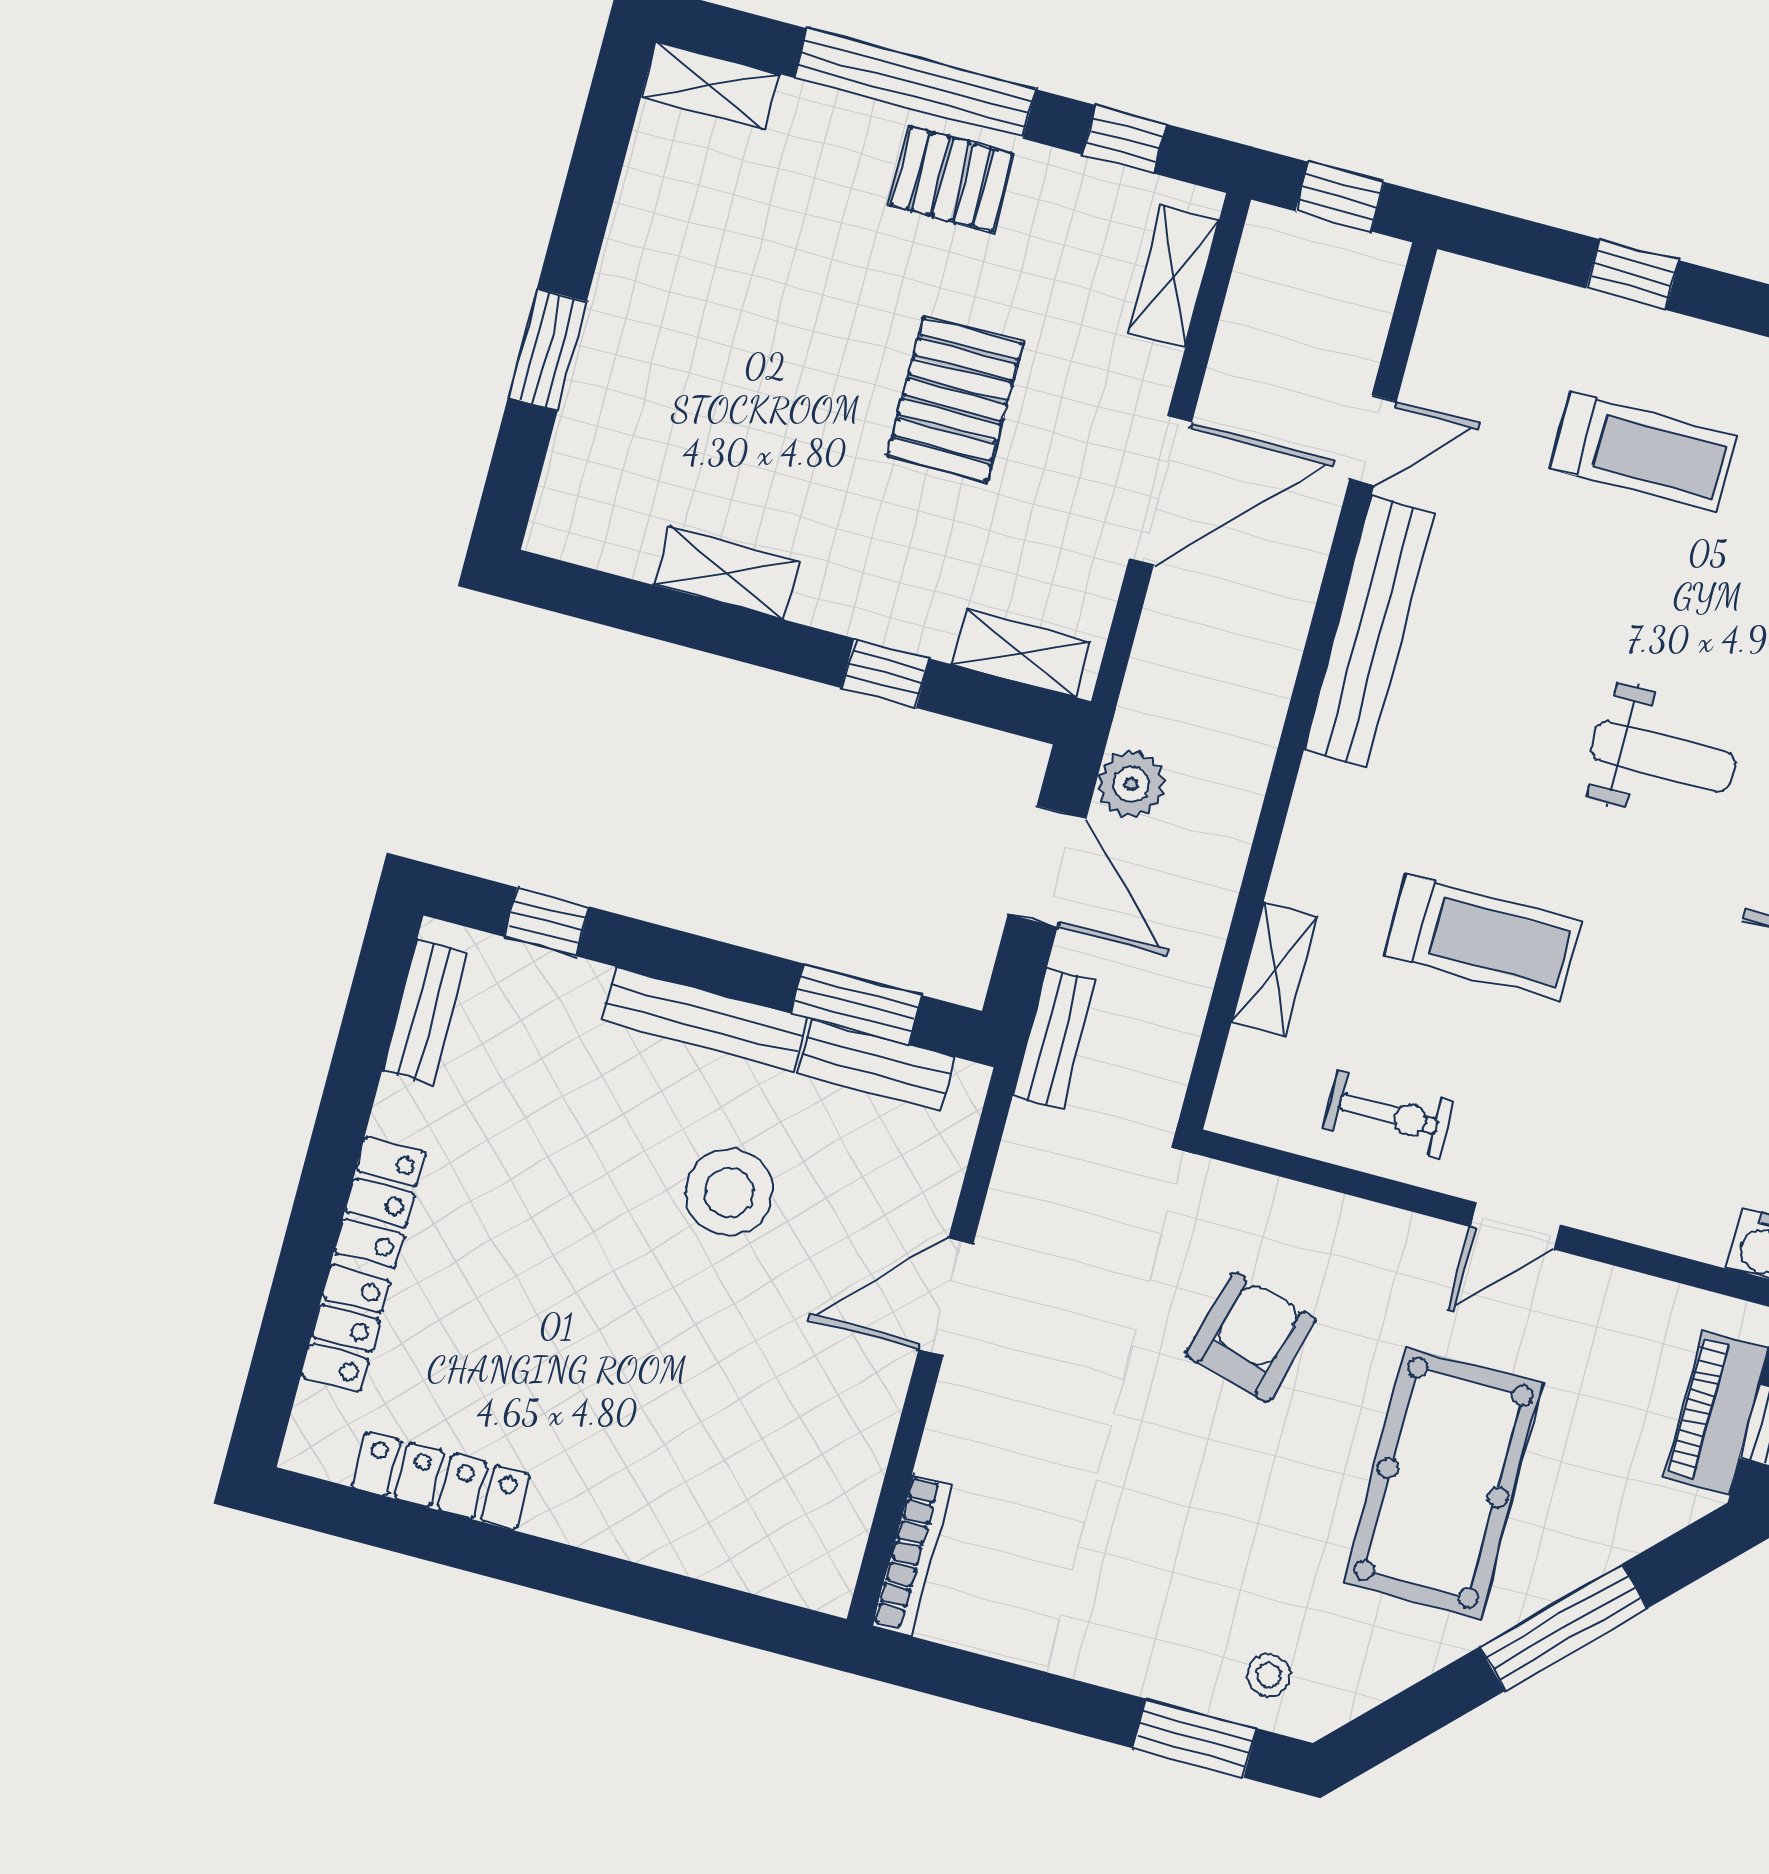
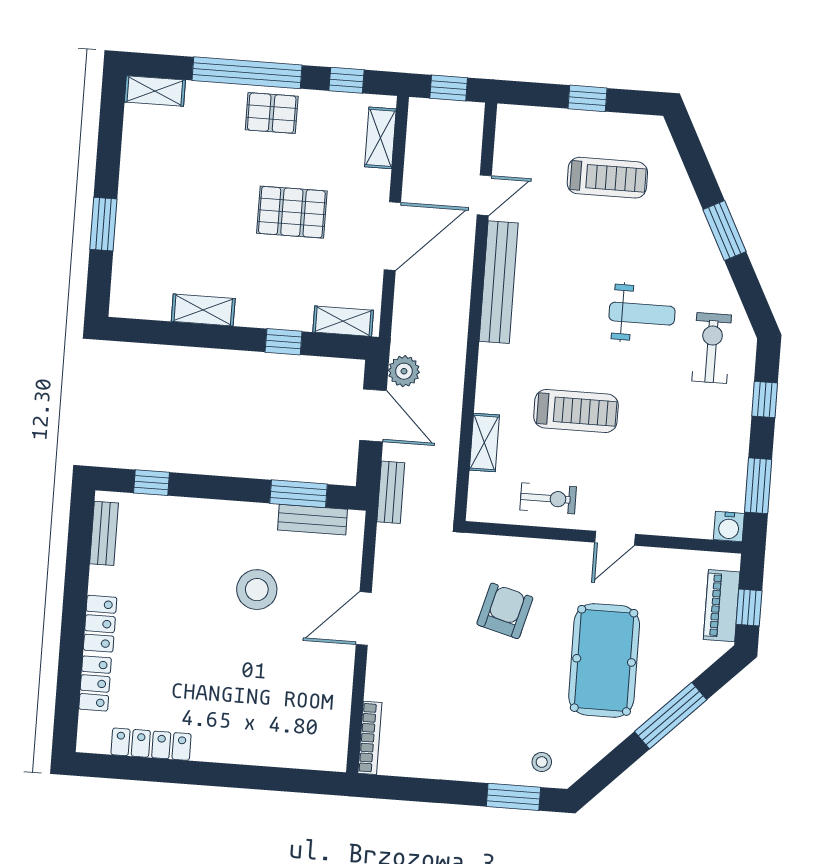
pallet: (955, 399) -> (292, 212), turned 90
bench: (704, 1019) -> (231, 513), removed

